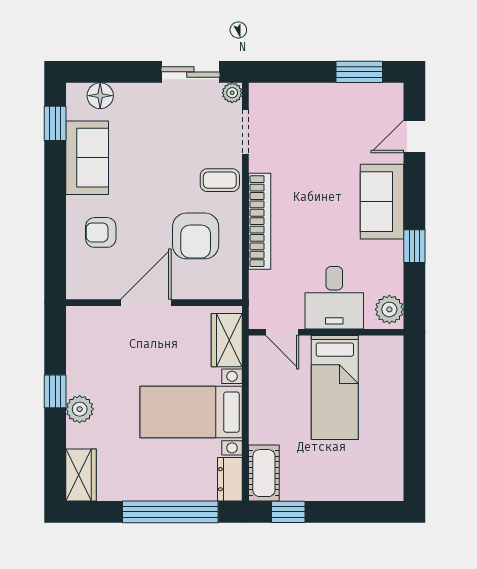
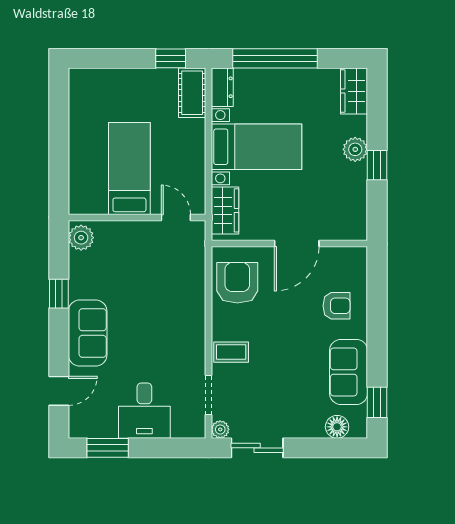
bookcase: (260, 221) -> (196, 316), removed
armchair: (196, 236) -> (237, 283), moved
desk: (334, 298) -> (144, 411), moved, turned 180

